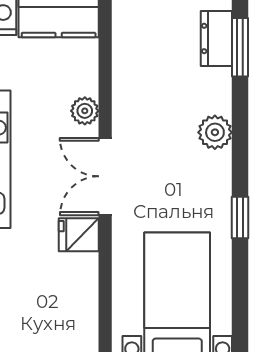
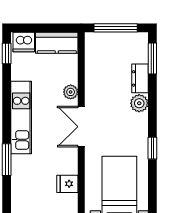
dresser: (216, 38) -> (140, 78), moved
fridge: (79, 235) -> (67, 184), moved

